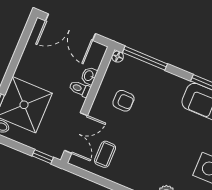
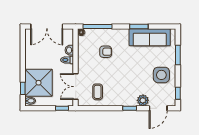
armchair: (123, 101) -> (106, 52), moved
double door: (76, 133) -> (76, 87), swing flipped

